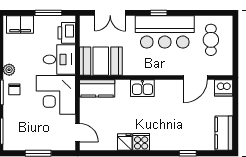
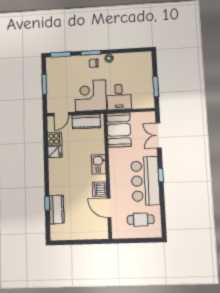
filing cabinet: (20, 25) -> (145, 65), removed
printer: (67, 33) -> (140, 102), removed
kitchen counter: (97, 88) -> (86, 121), moved, turned -90
dishwasher: (224, 88) -> (100, 189), moved
kitchen counter: (224, 133) -> (57, 209), moved, turned 90
cooker: (141, 142) -> (55, 139), moved

